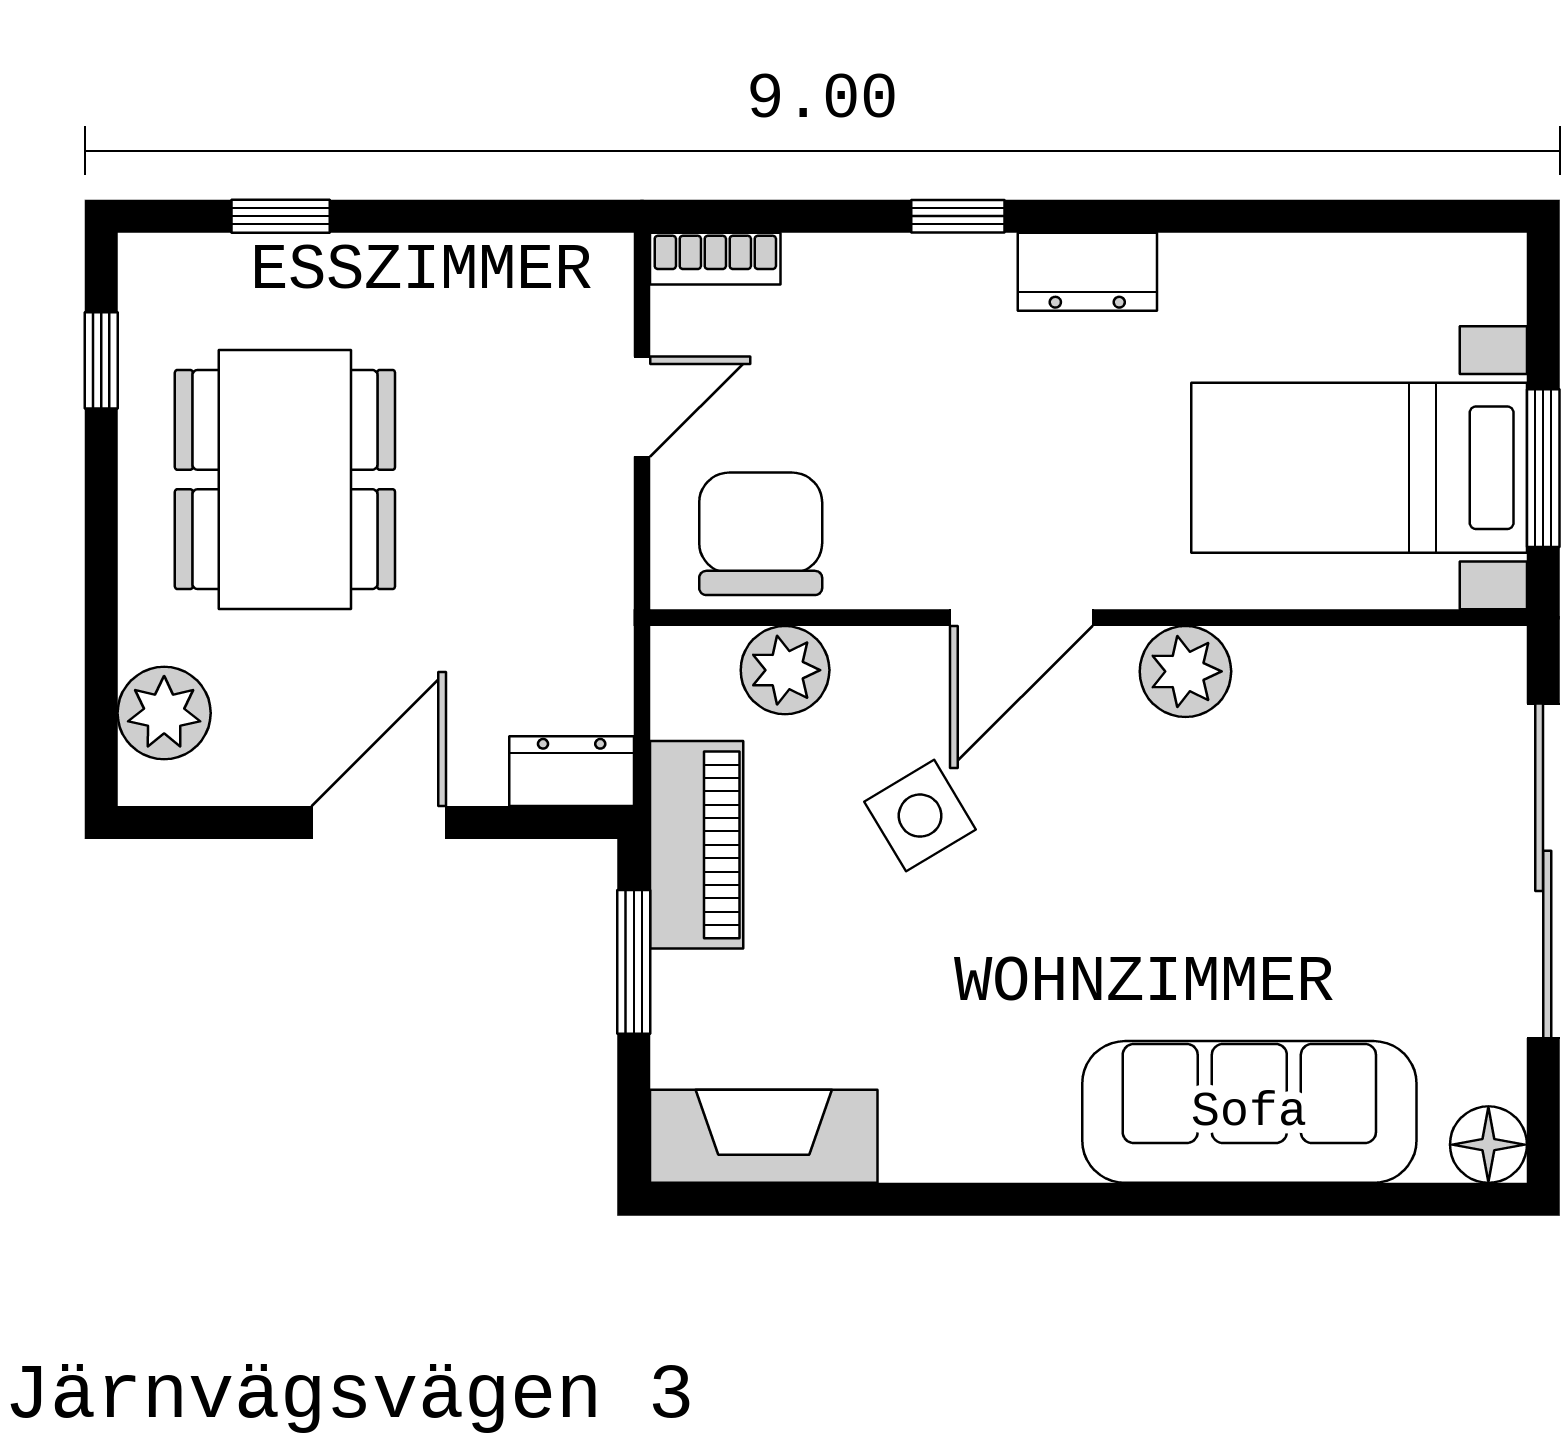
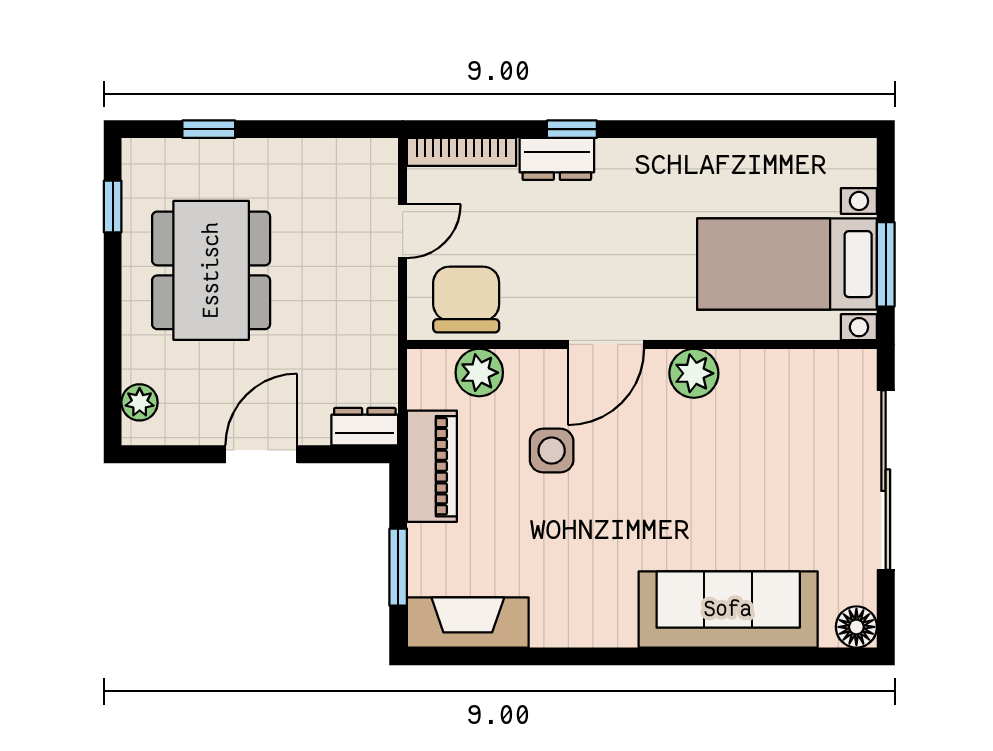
bookcase: (715, 259) -> (461, 152), width x1.56
dresser: (1087, 272) -> (557, 159), moved
plant: (164, 713) -> (140, 402), width x0.73, depth x0.73
side table: (920, 816) -> (552, 451), turned 31
window: (634, 962) -> (398, 567), moved

